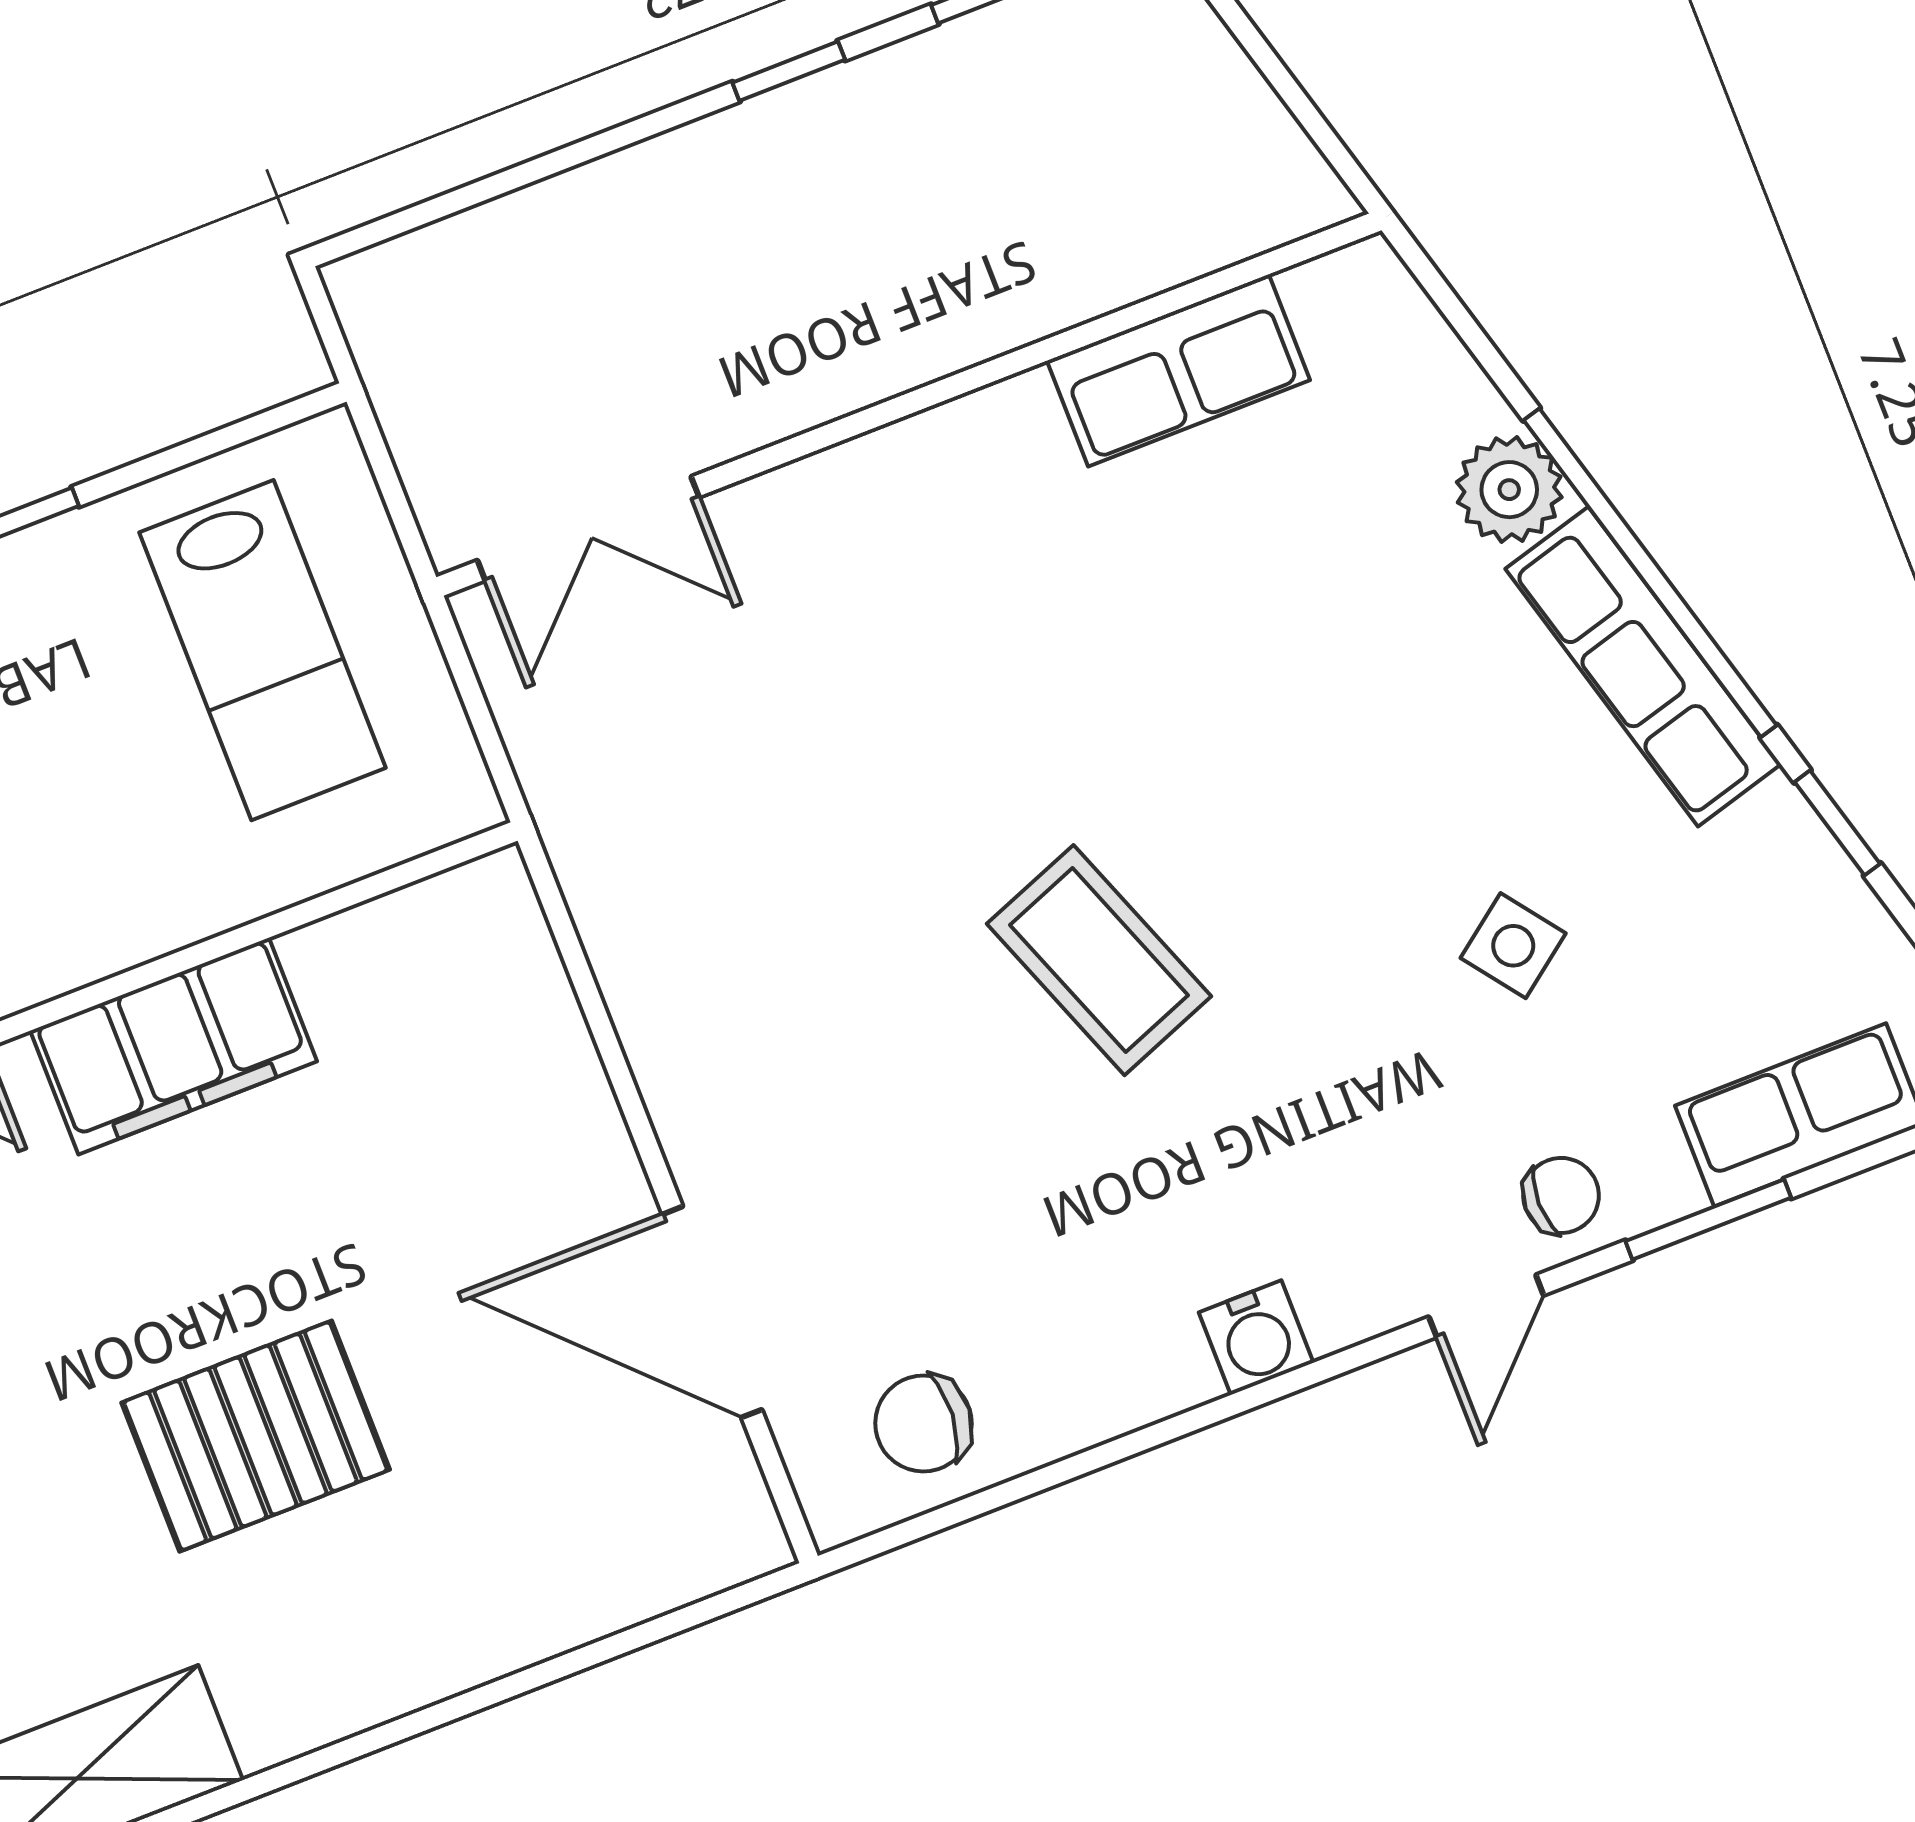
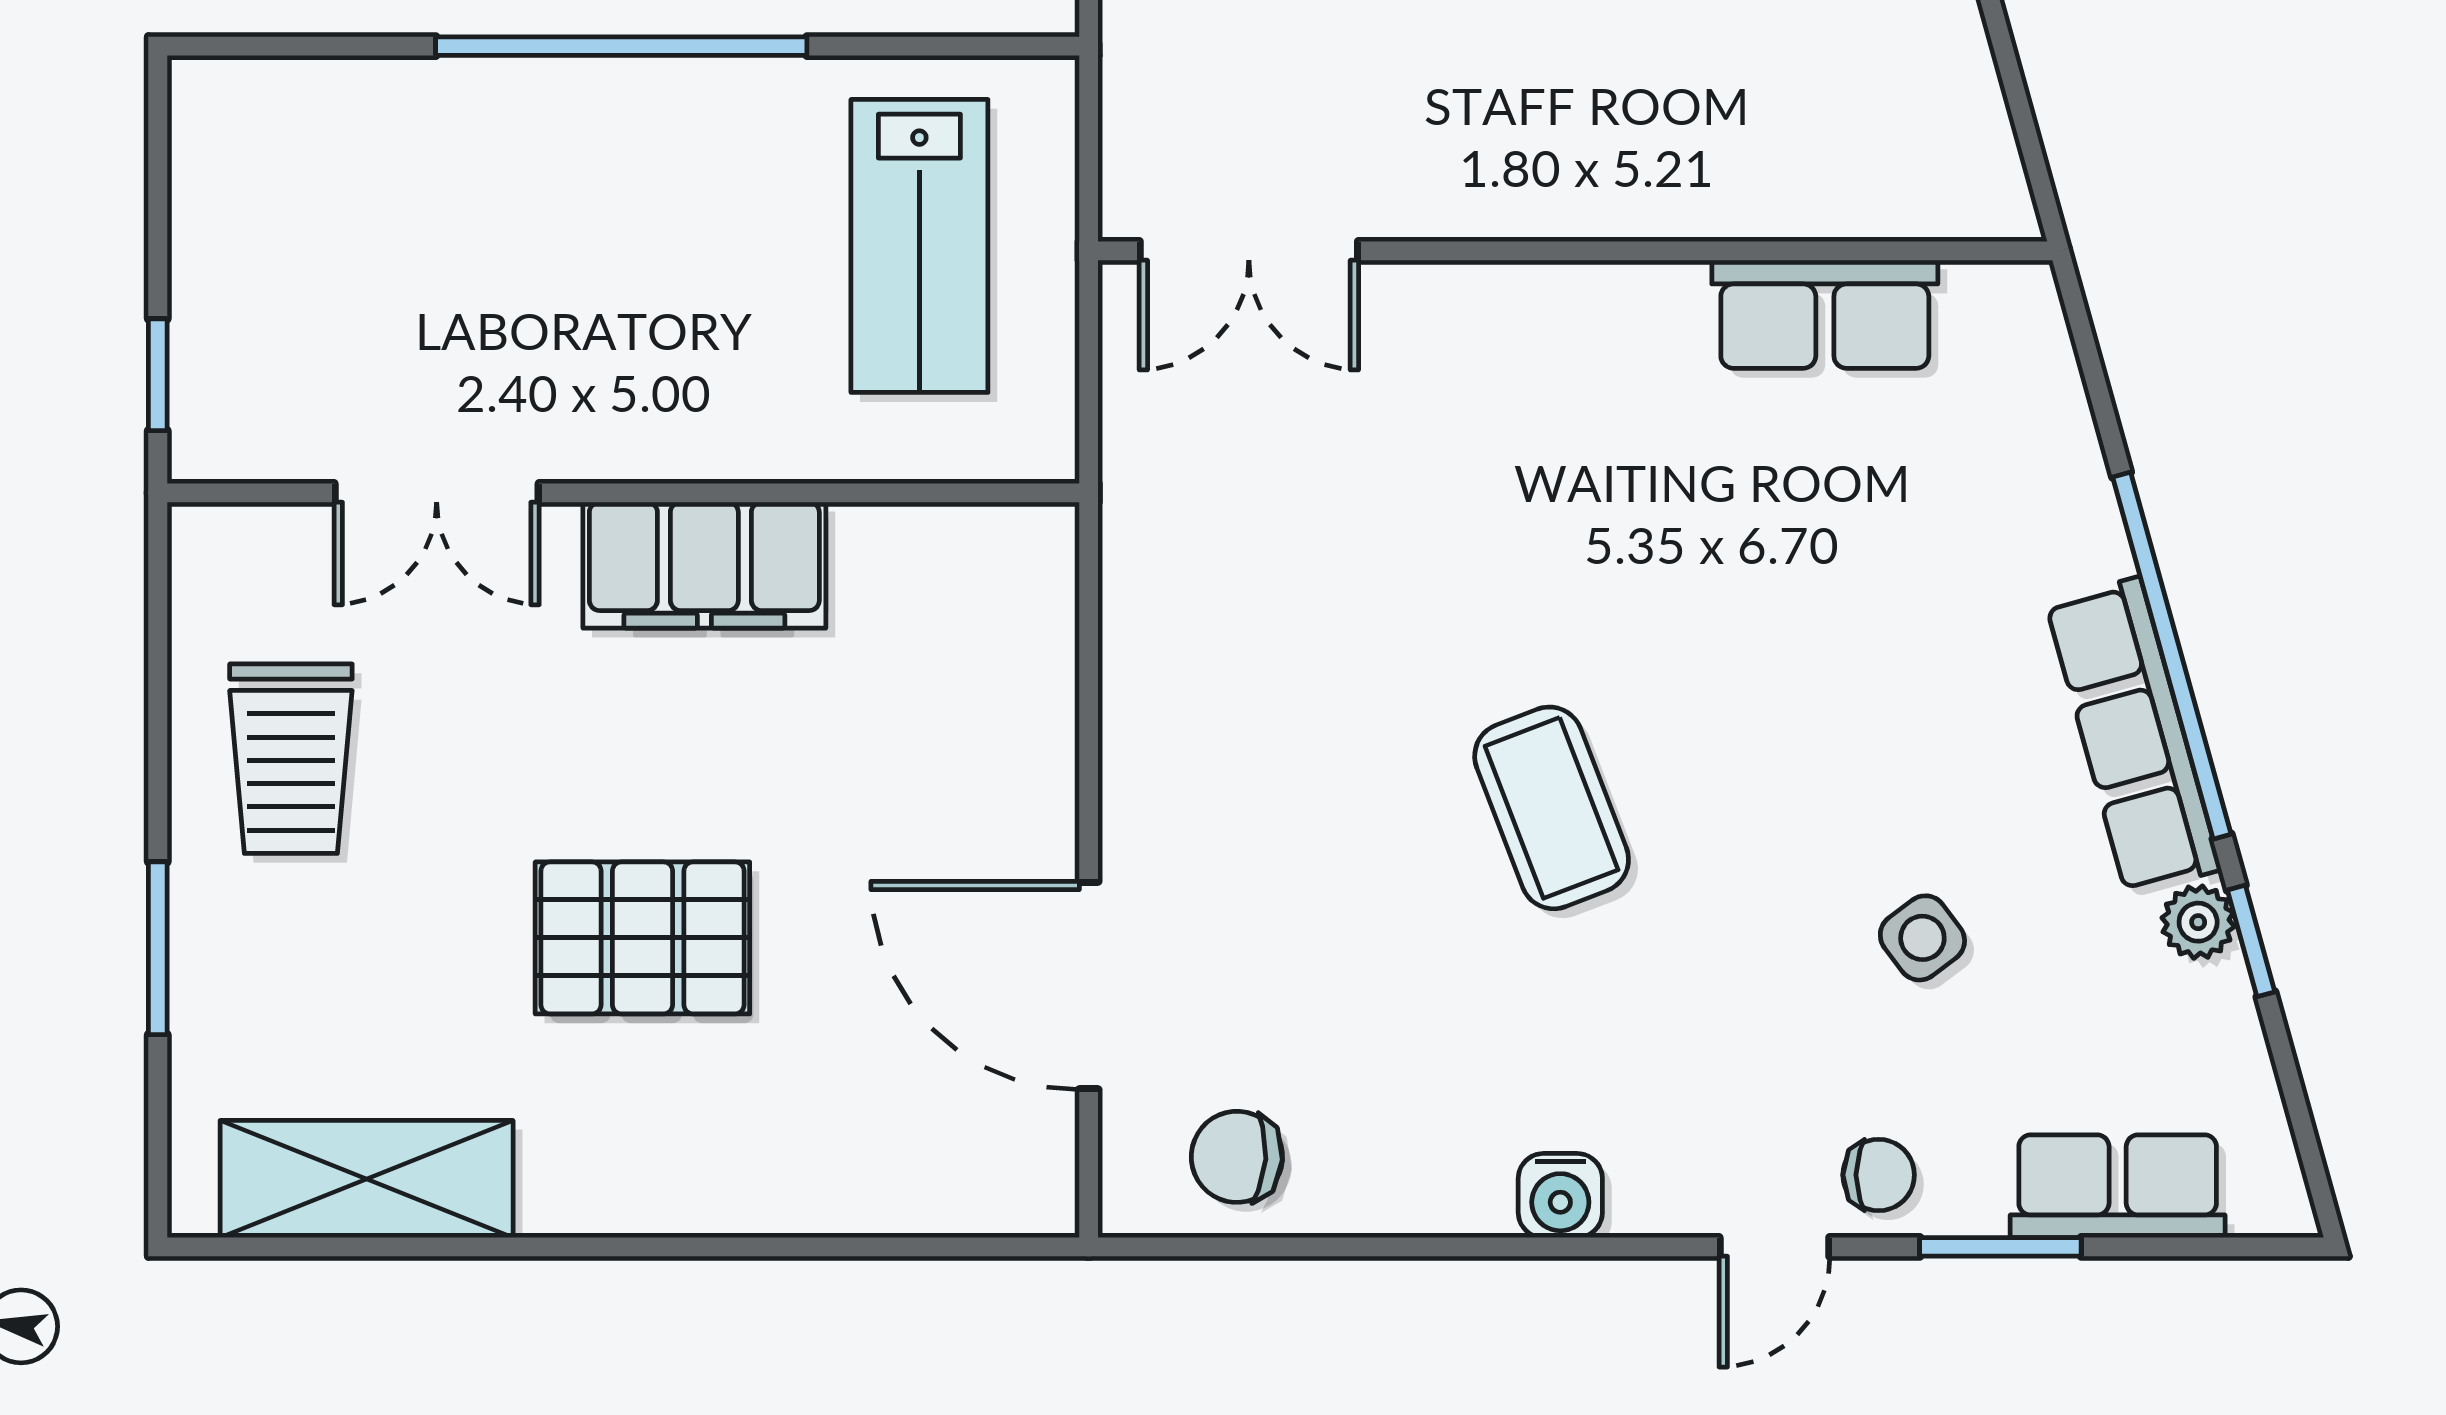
plant: (1509, 490) -> (2198, 922), moved, width x0.73, depth x0.73

